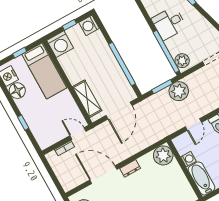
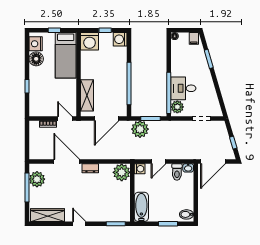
desk: (169, 23) -> (183, 88), moved
plant: (179, 91) -> (140, 129), moved
washing machine: (188, 159) -> (140, 169), moved

